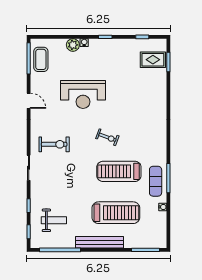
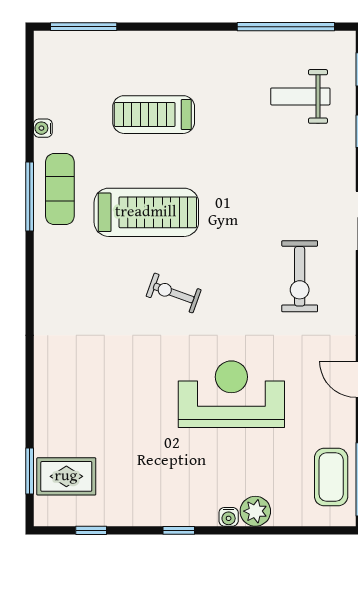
exercise bike: (54, 144) -> (300, 276), turned -90
treadmill: (116, 213) -> (154, 115), width x0.73, depth x0.73
bench: (100, 242) -> (192, 45), removed

